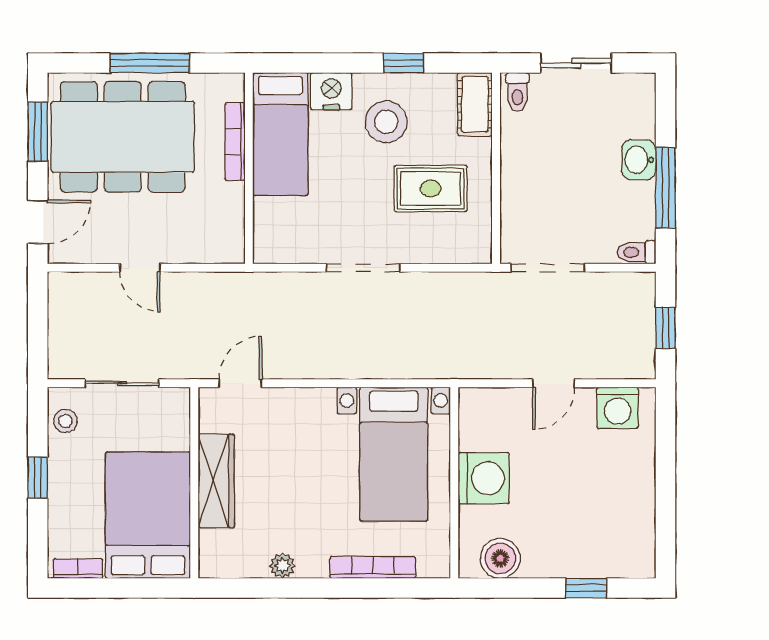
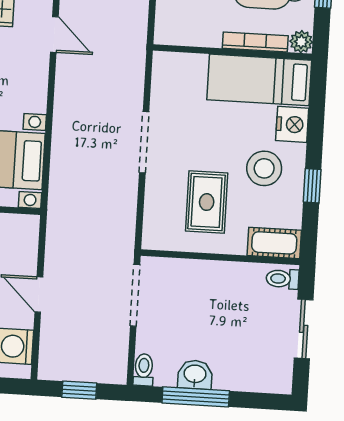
plant: (231, 86) -> (301, 42), added
washbasin: (639, 160) -> (195, 375), moved

